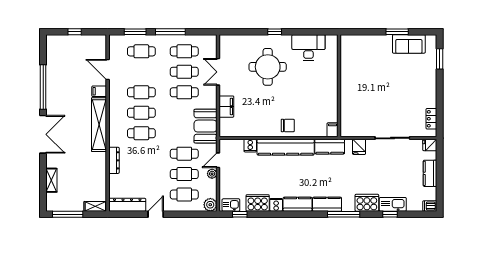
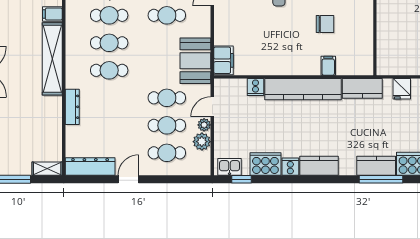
filing cabinet: (226, 107) -> (223, 60), moved
chair: (288, 125) -> (325, 24), moved
filing cabinet: (333, 130) -> (328, 66), moved
kitchen counter: (327, 204) -> (376, 166), moved
plant: (210, 205) -> (202, 142), moved

